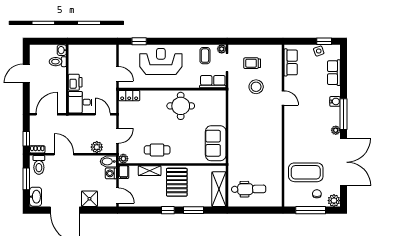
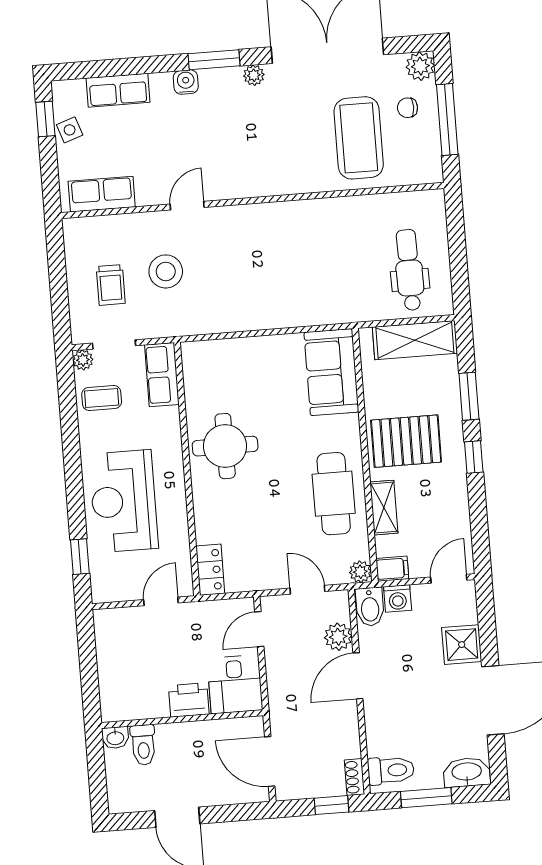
window: (343, 114) -> (214, 60), width x0.69
sofa: (216, 143) -> (331, 372), moved, turned 90
cafe table: (157, 150) -> (334, 494), width x1.37, depth x1.35
door: (64, 154) -> (358, 676), moved

